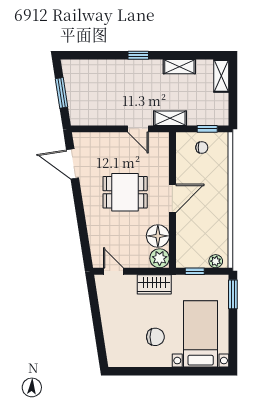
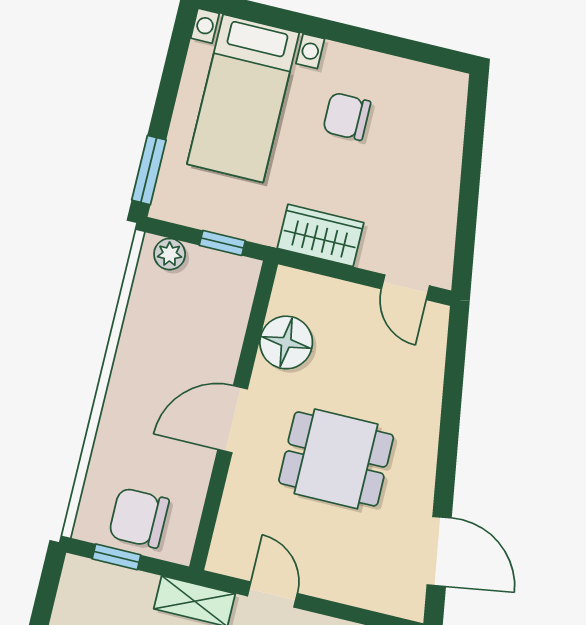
chair: (202, 148) -> (139, 518), width x1.87, depth x1.87
plant: (160, 258) -> (294, 291), removed

